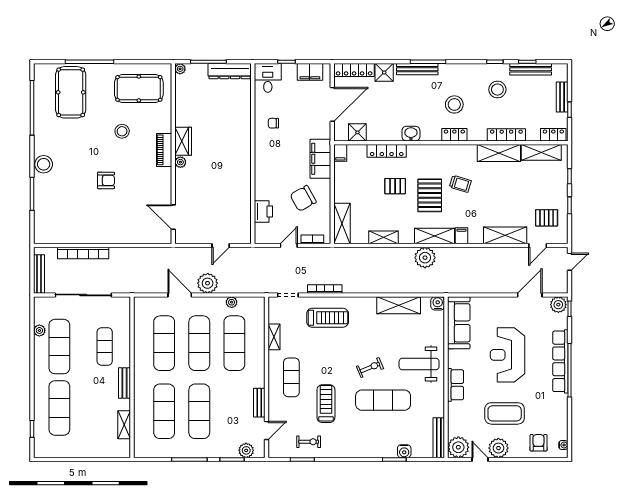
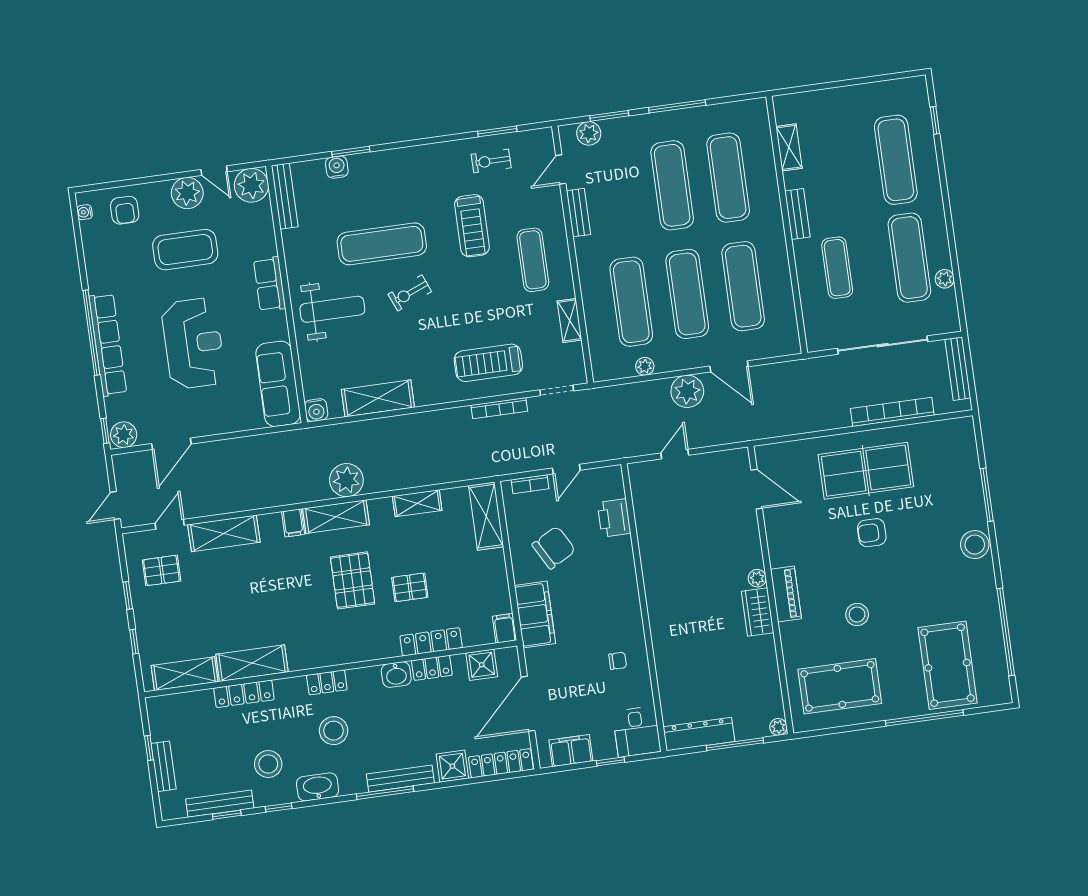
washbasin: (469, 71) -> (318, 787), added
locker: (553, 135) -> (432, 668), moved
trolley: (460, 184) -> (307, 606), removed
table tennis table: (104, 219) -> (866, 471), added

